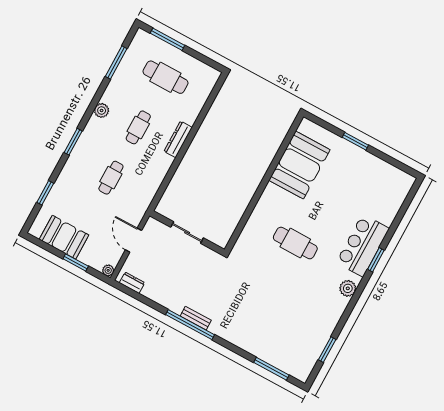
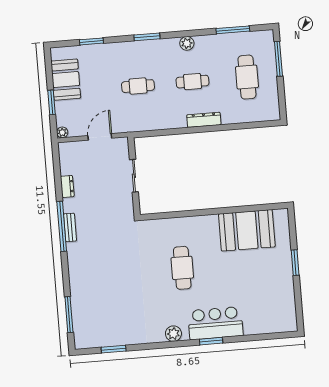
dresser: (132, 283) -> (67, 186), moved

